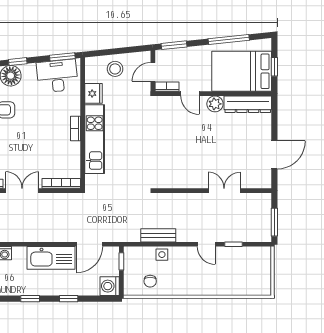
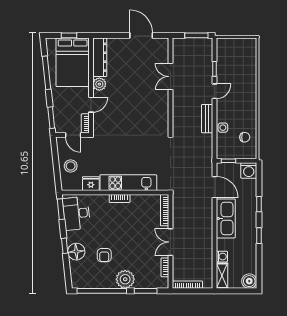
bench: (158, 235) -> (207, 119), moved

